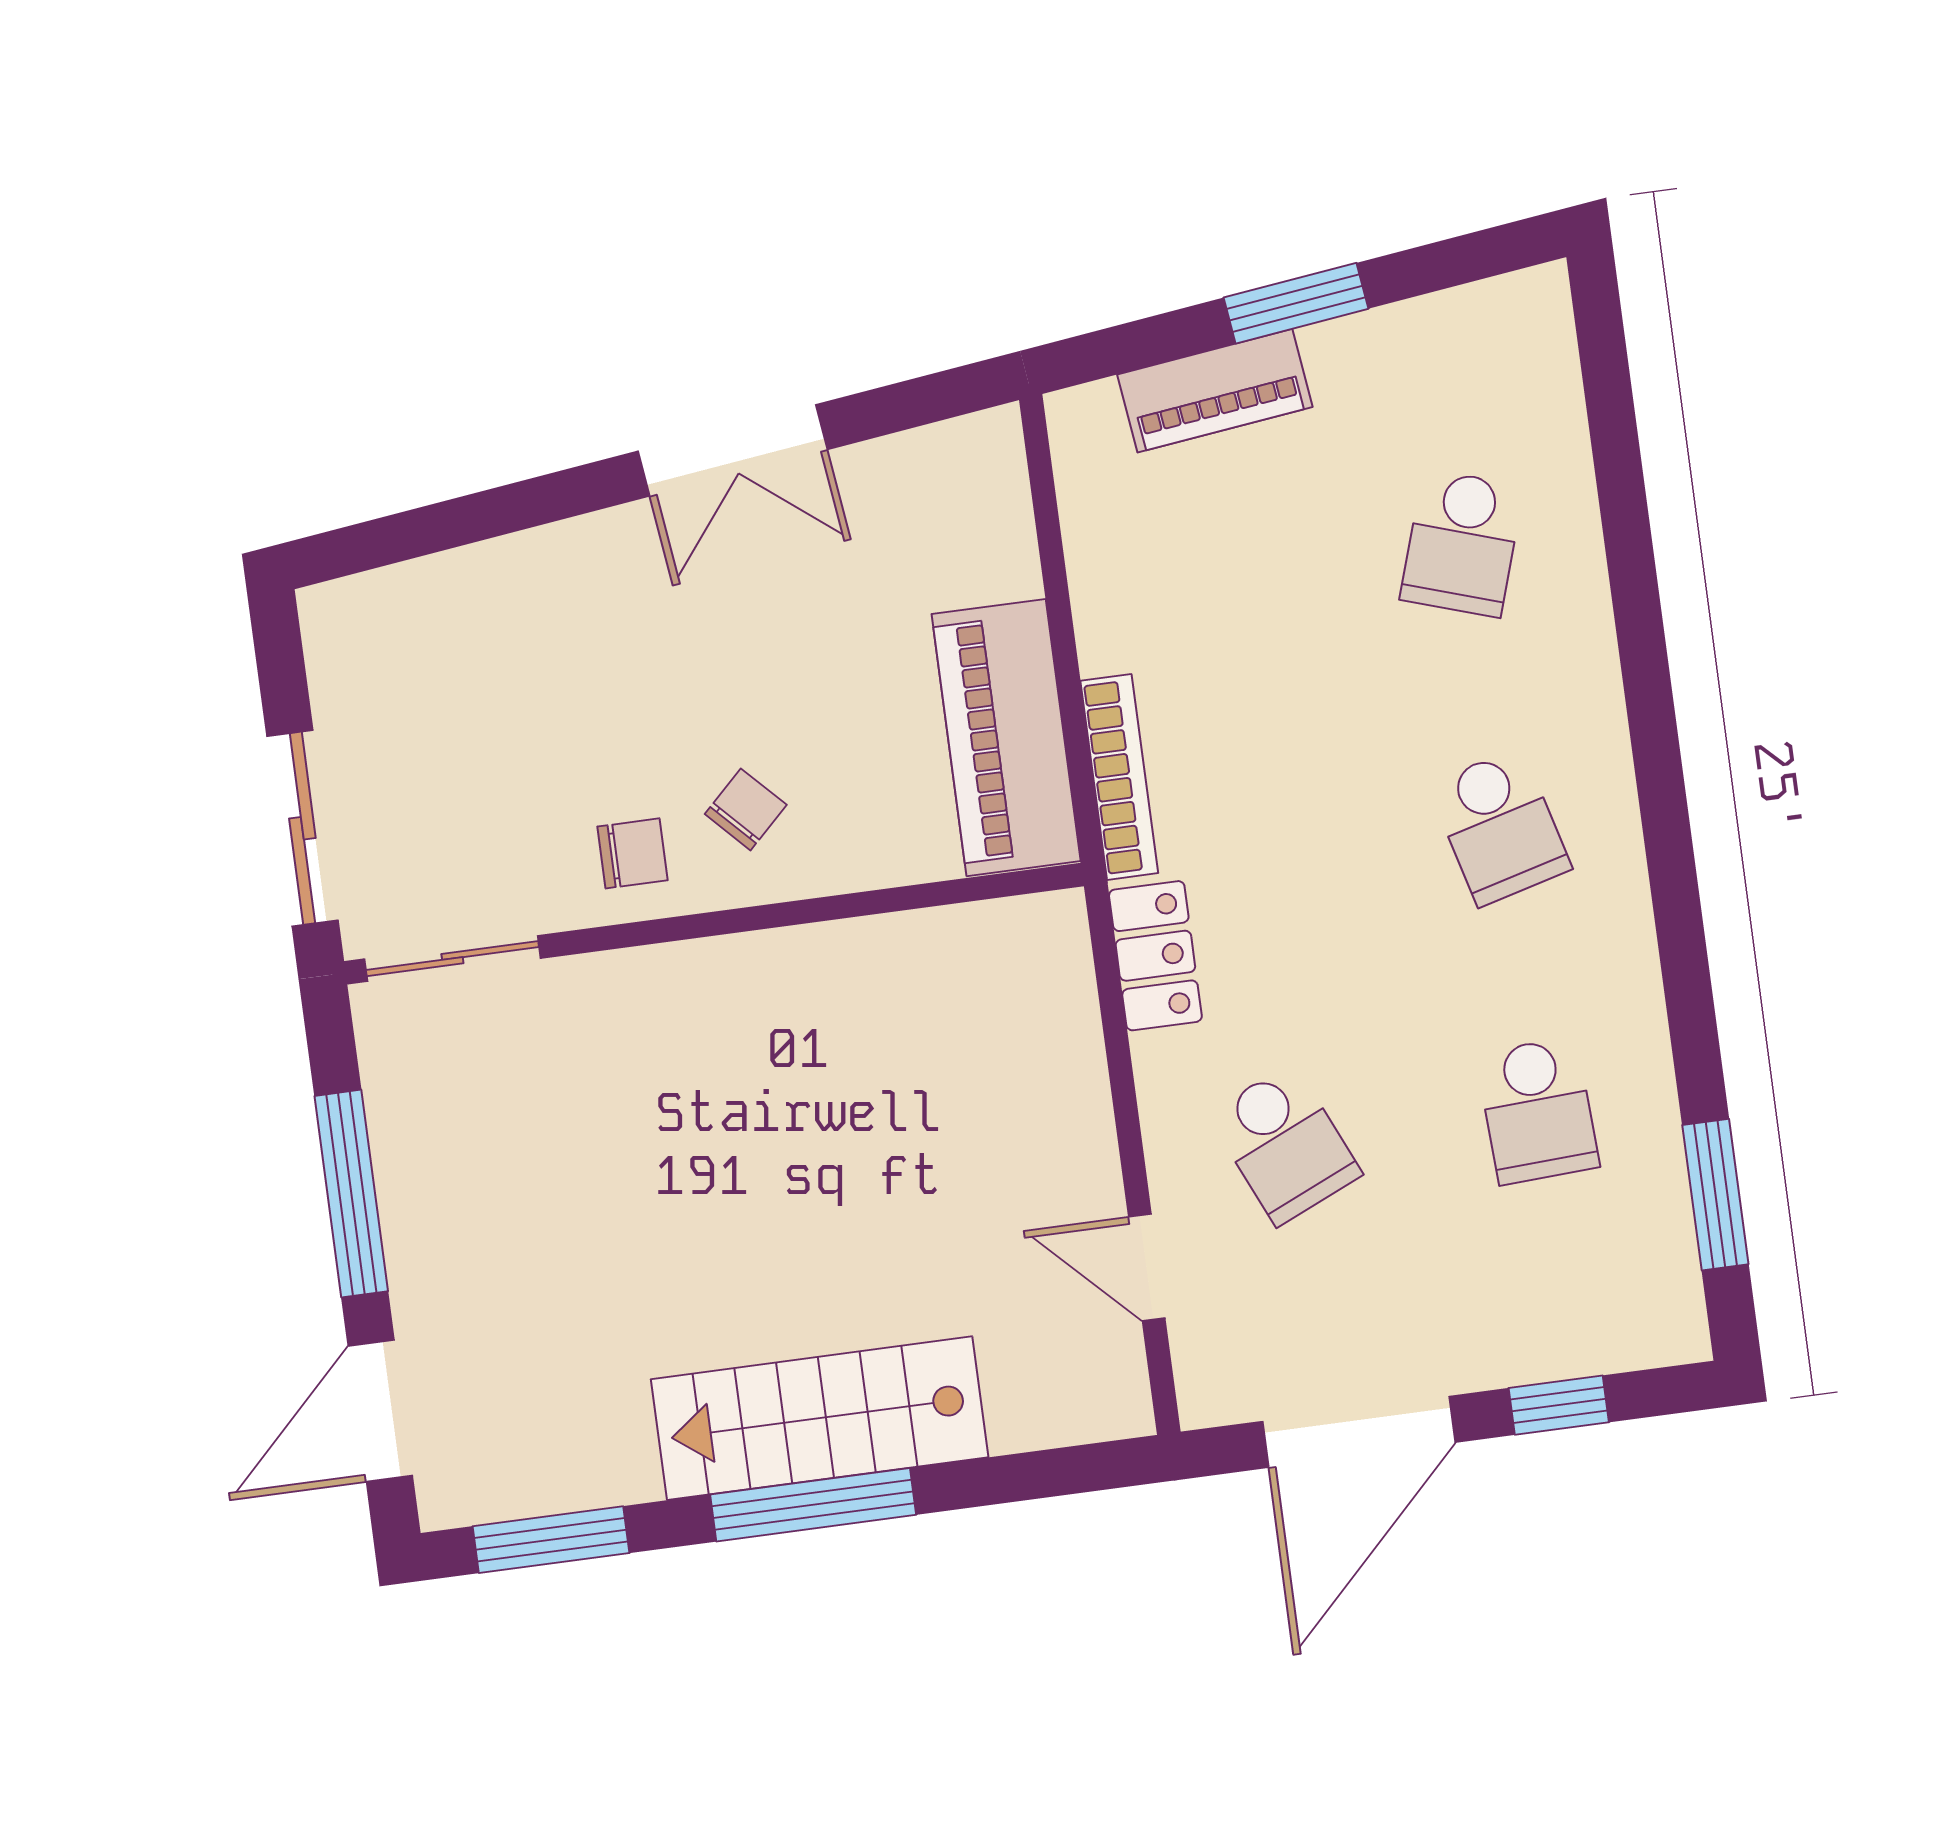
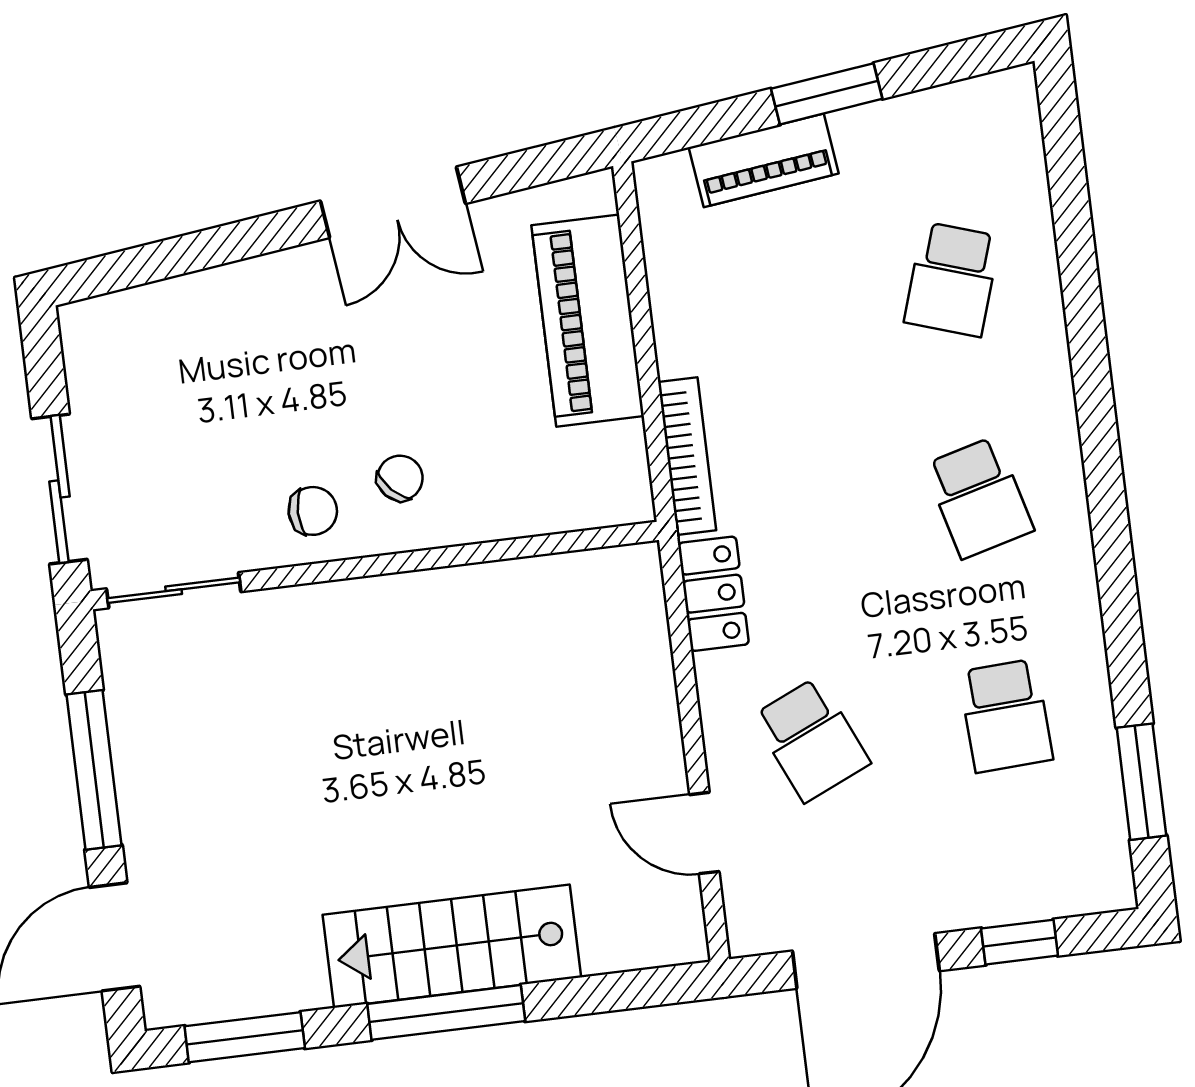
piano: (1006, 738) -> (588, 321), moved

